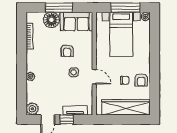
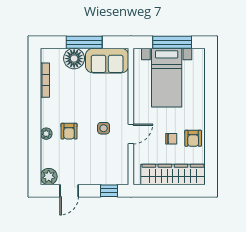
plant: (145, 17) -> (199, 54), removed
armchair: (67, 51) -> (69, 131), moved
door: (94, 77) -> (131, 134), hinge flipped
tv unit: (75, 110) -> (105, 179), removed
window: (67, 119) -> (109, 191), moved

